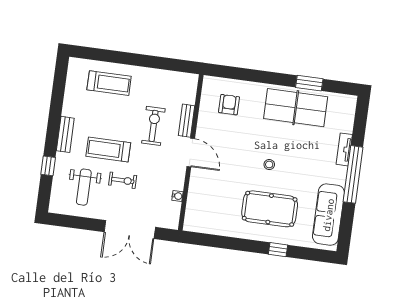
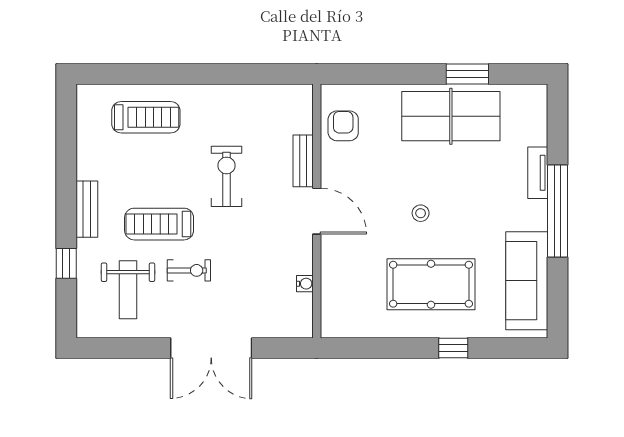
bench: (187, 121) -> (303, 161), moved
wall: (191, 152) -> (317, 211), moved
door: (191, 153) -> (317, 211), moved
water cooler: (177, 196) -> (305, 284), moved

